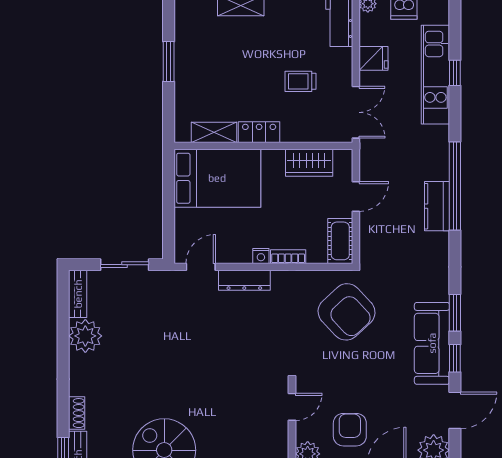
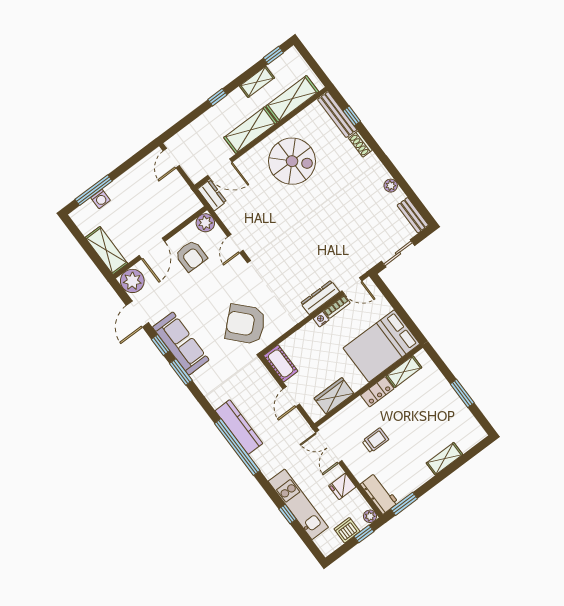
kitchen counter: (437, 206) -> (239, 427), width x1.50
bookcase: (288, 257) -> (337, 307), moved
door: (201, 267) -> (352, 286), hinge flipped
plant: (85, 336) -> (391, 186), width x0.53, depth x0.53

